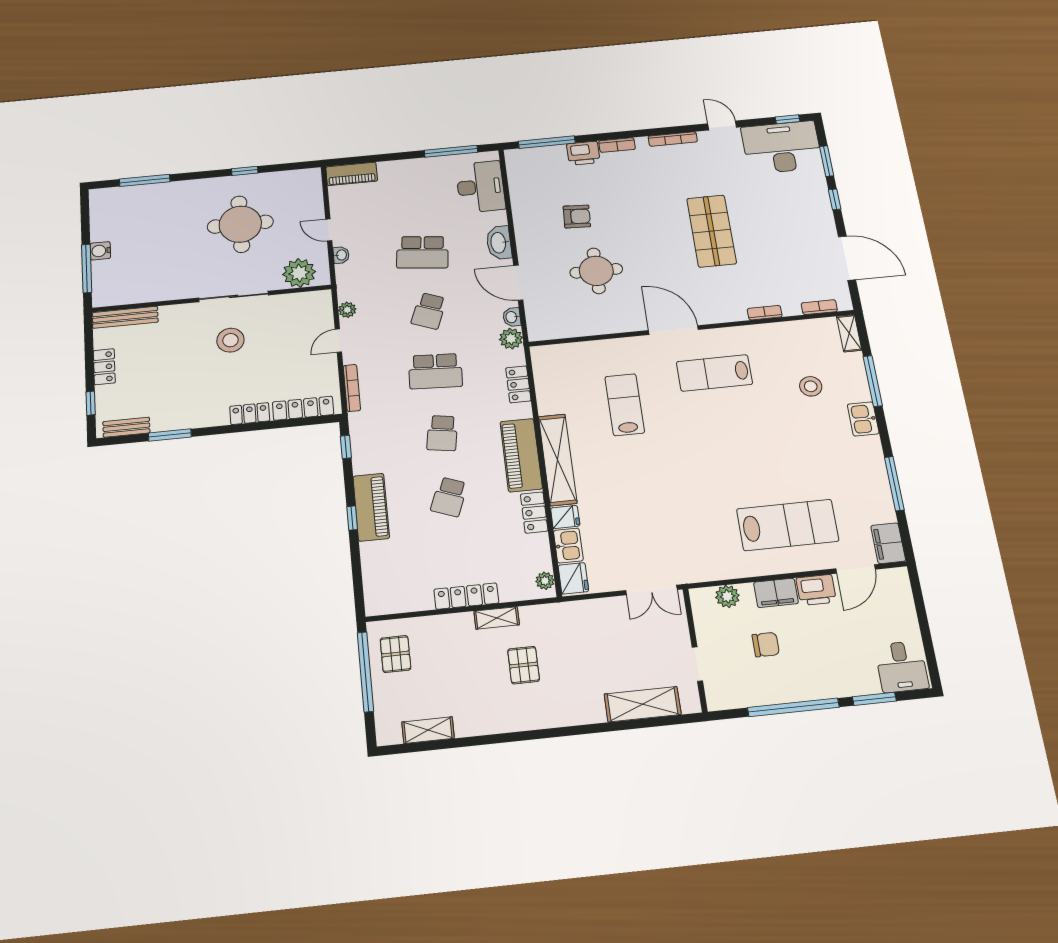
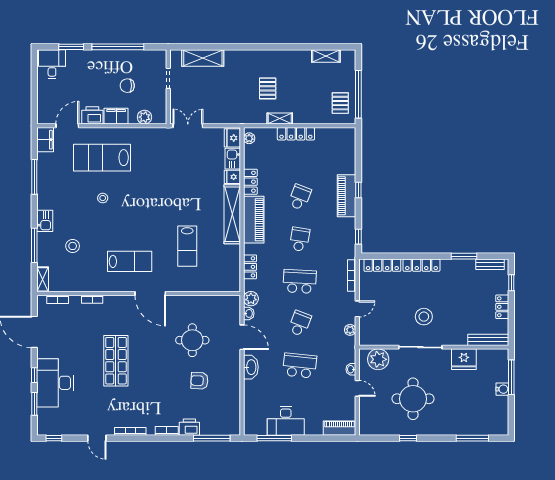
desk: (782, 147) -> (55, 383), moved, turned 90
desk: (480, 187) -> (286, 421), moved, turned -90
fridge: (163, 286) -> (464, 359), added
locker: (250, 414) -> (422, 265), width x1.53
stool: (775, 463) -> (103, 198), added

